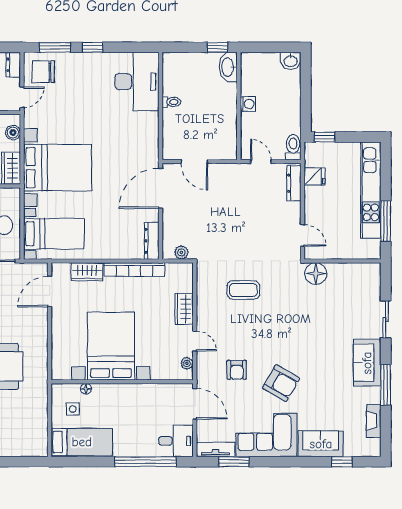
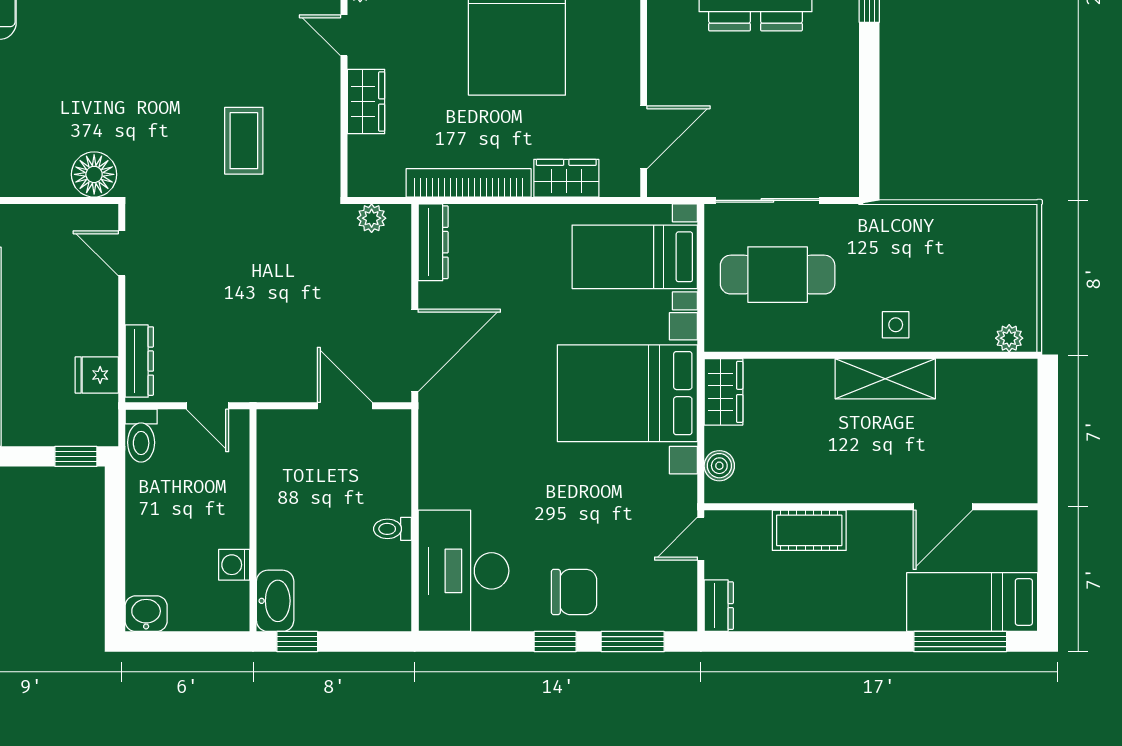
chair: (43, 72) -> (574, 592), moved
washing machine: (248, 104) -> (234, 565), moved
coffee table: (243, 290) -> (244, 141), turned 90

